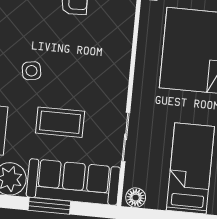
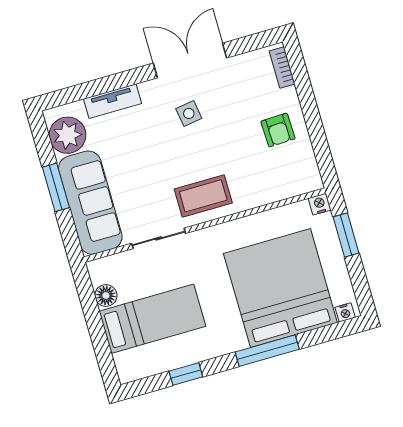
coffee table: (60, 122) -> (203, 196), moved, turned 90
floor lamp: (136, 198) -> (106, 296), moved

